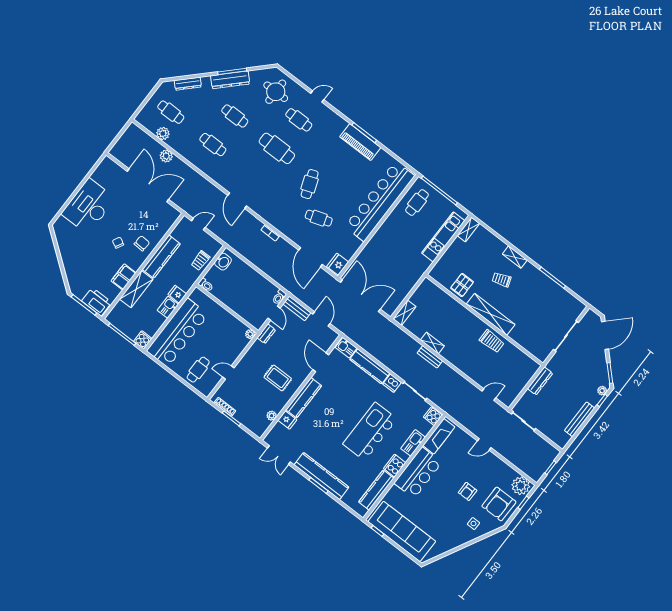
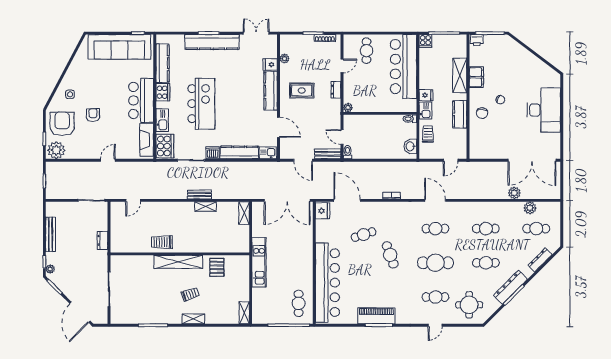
cafe table: (255, 177) -> (435, 229), added
double door: (148, 185) -> (532, 160), moved
kitchen unit: (443, 237) -> (259, 262), moved
kitchen counter: (161, 257) -> (460, 114), width x0.67
printer: (97, 302) -> (477, 40), width x0.53, depth x0.68
kitchen sink: (168, 307) -> (425, 111), moved
dresser: (266, 334) -> (336, 90), moved
dresser: (540, 381) -> (102, 240), width x0.70
cooker: (433, 416) -> (165, 146), width x1.87, depth x1.31

